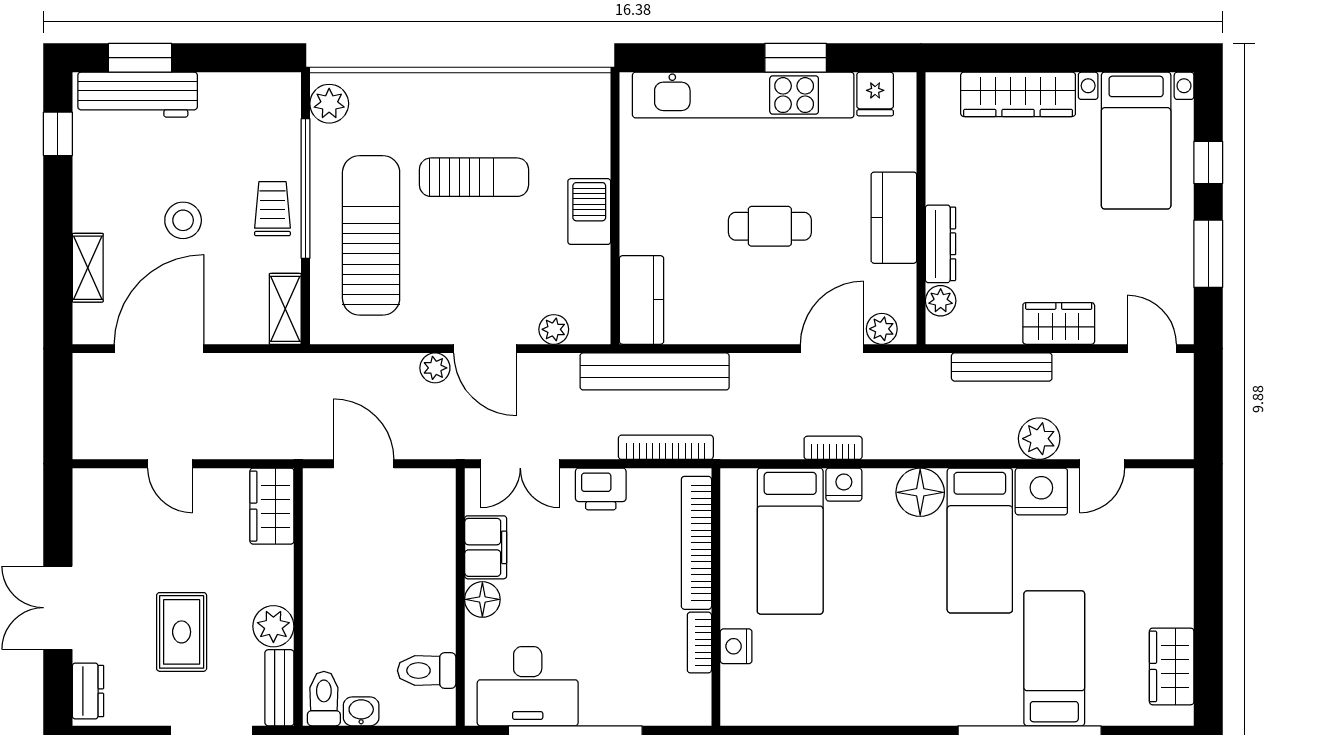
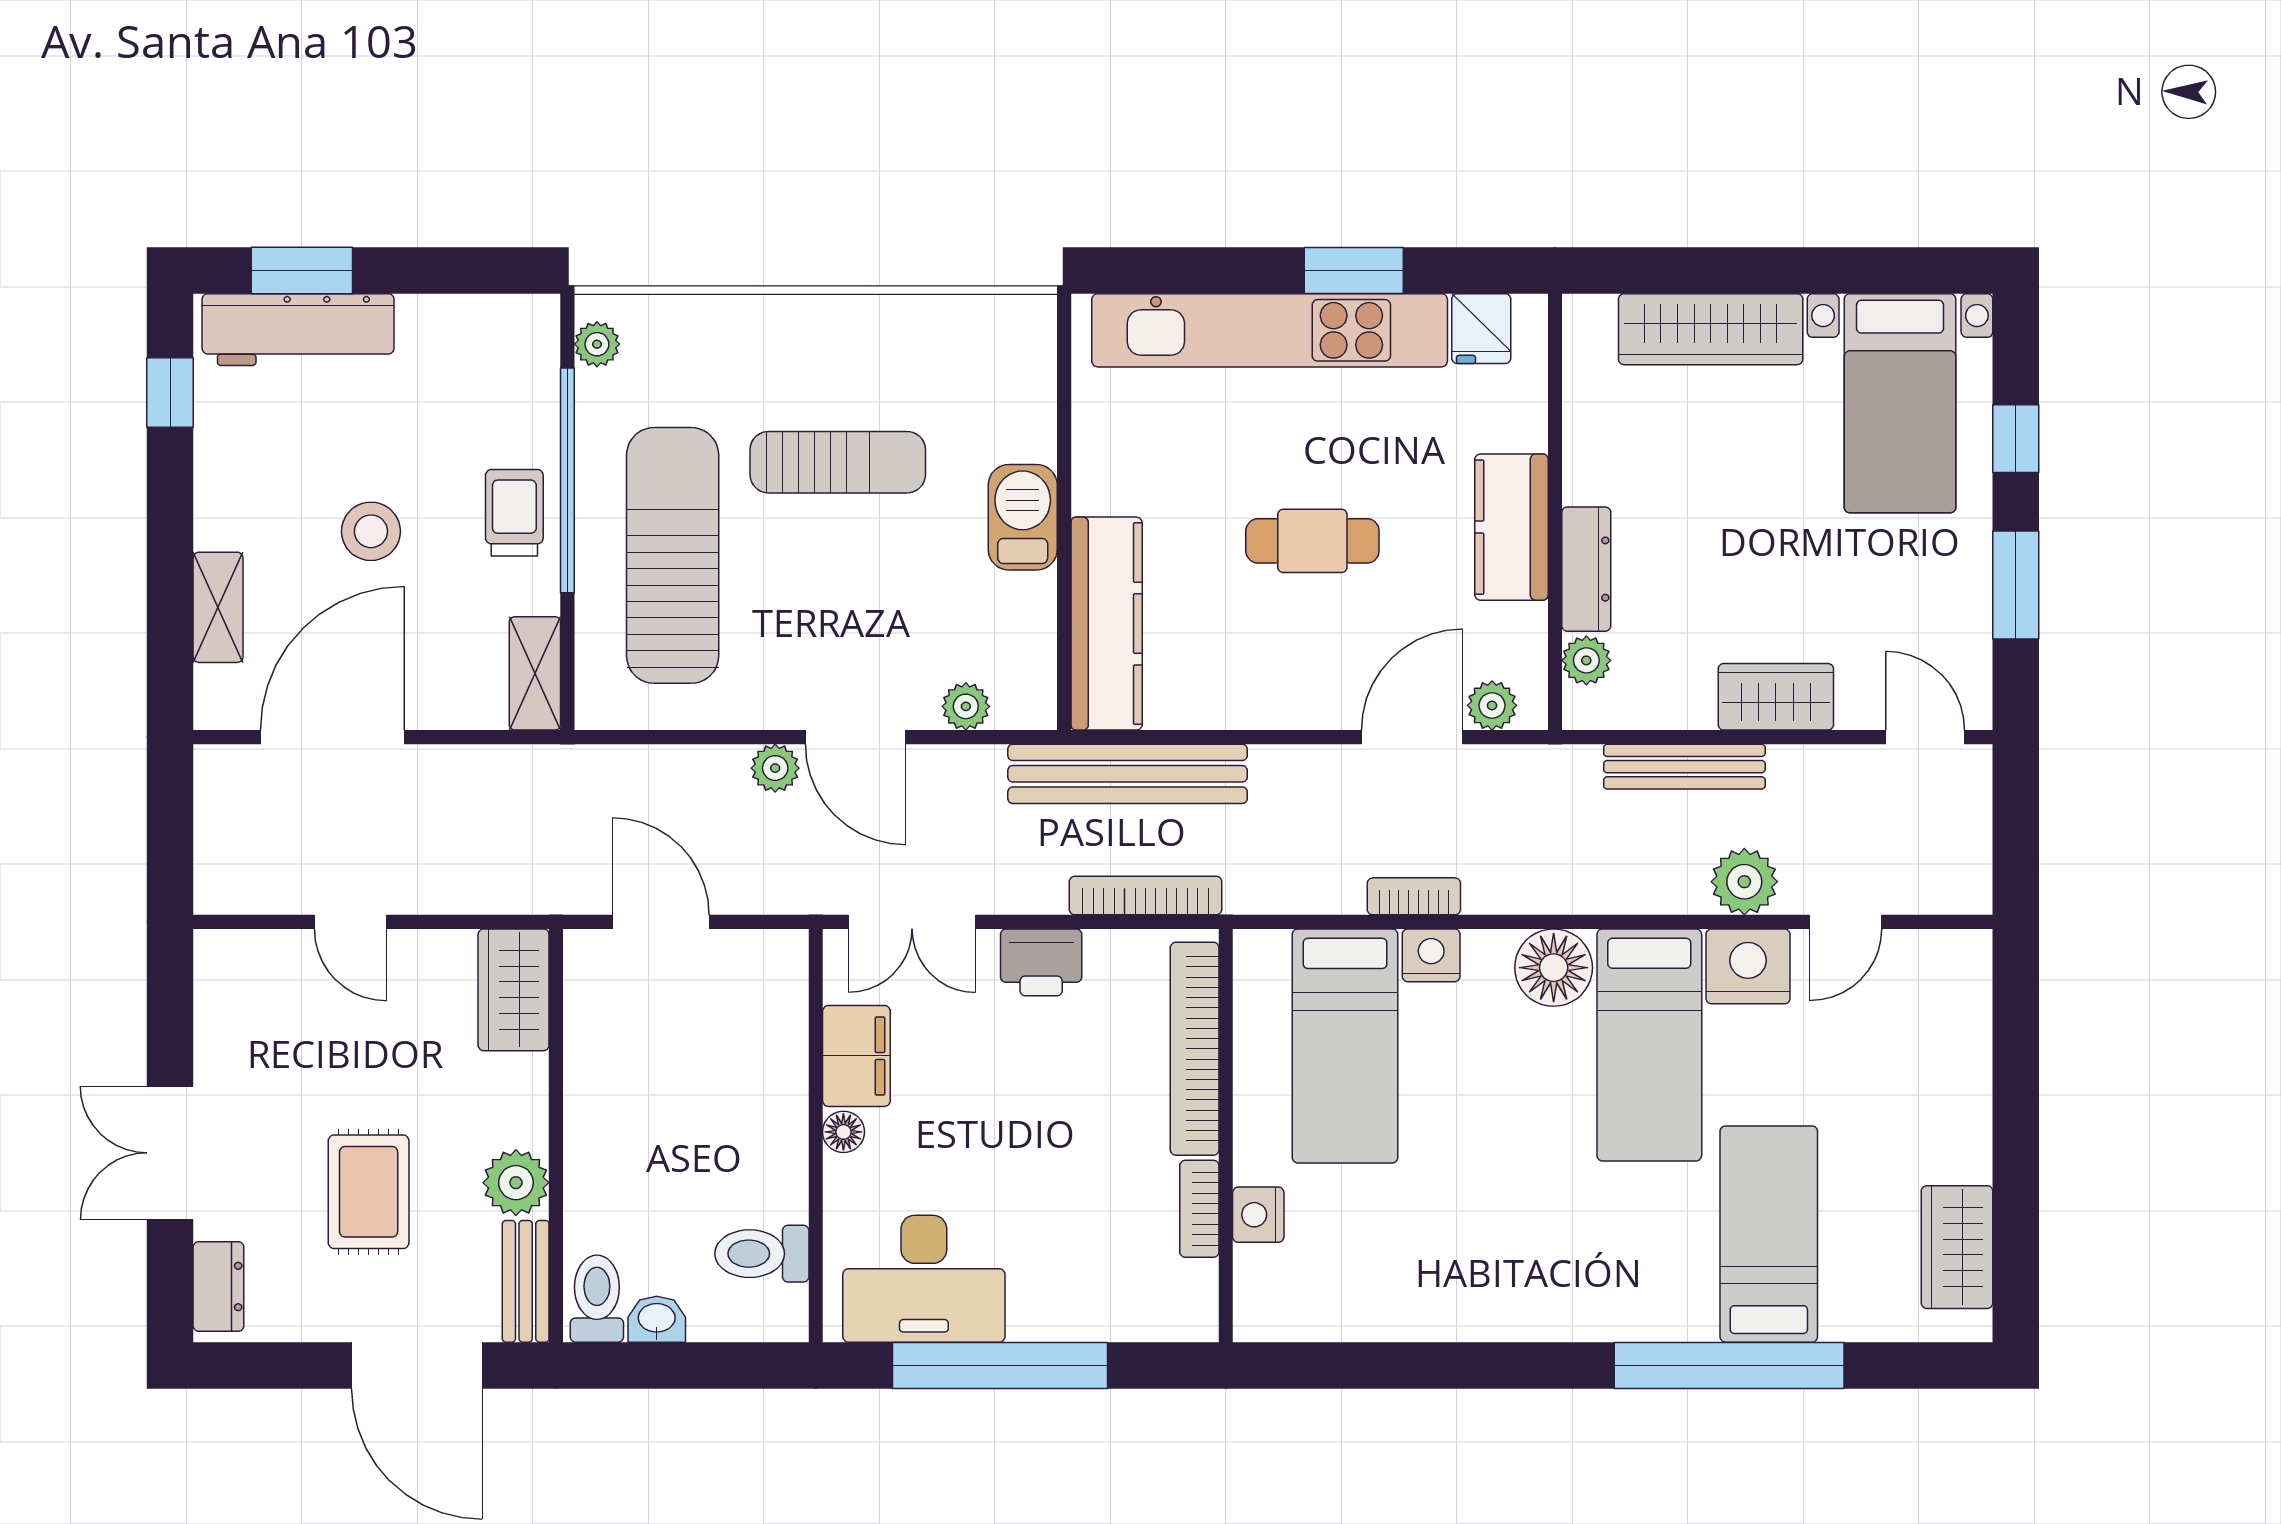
plant: (329, 104) -> (597, 344), width x0.73, depth x0.73
kitchen counter: (642, 300) -> (1107, 624), width x1.50
floor lamp: (482, 599) -> (843, 1132), width x0.73, depth x0.73

